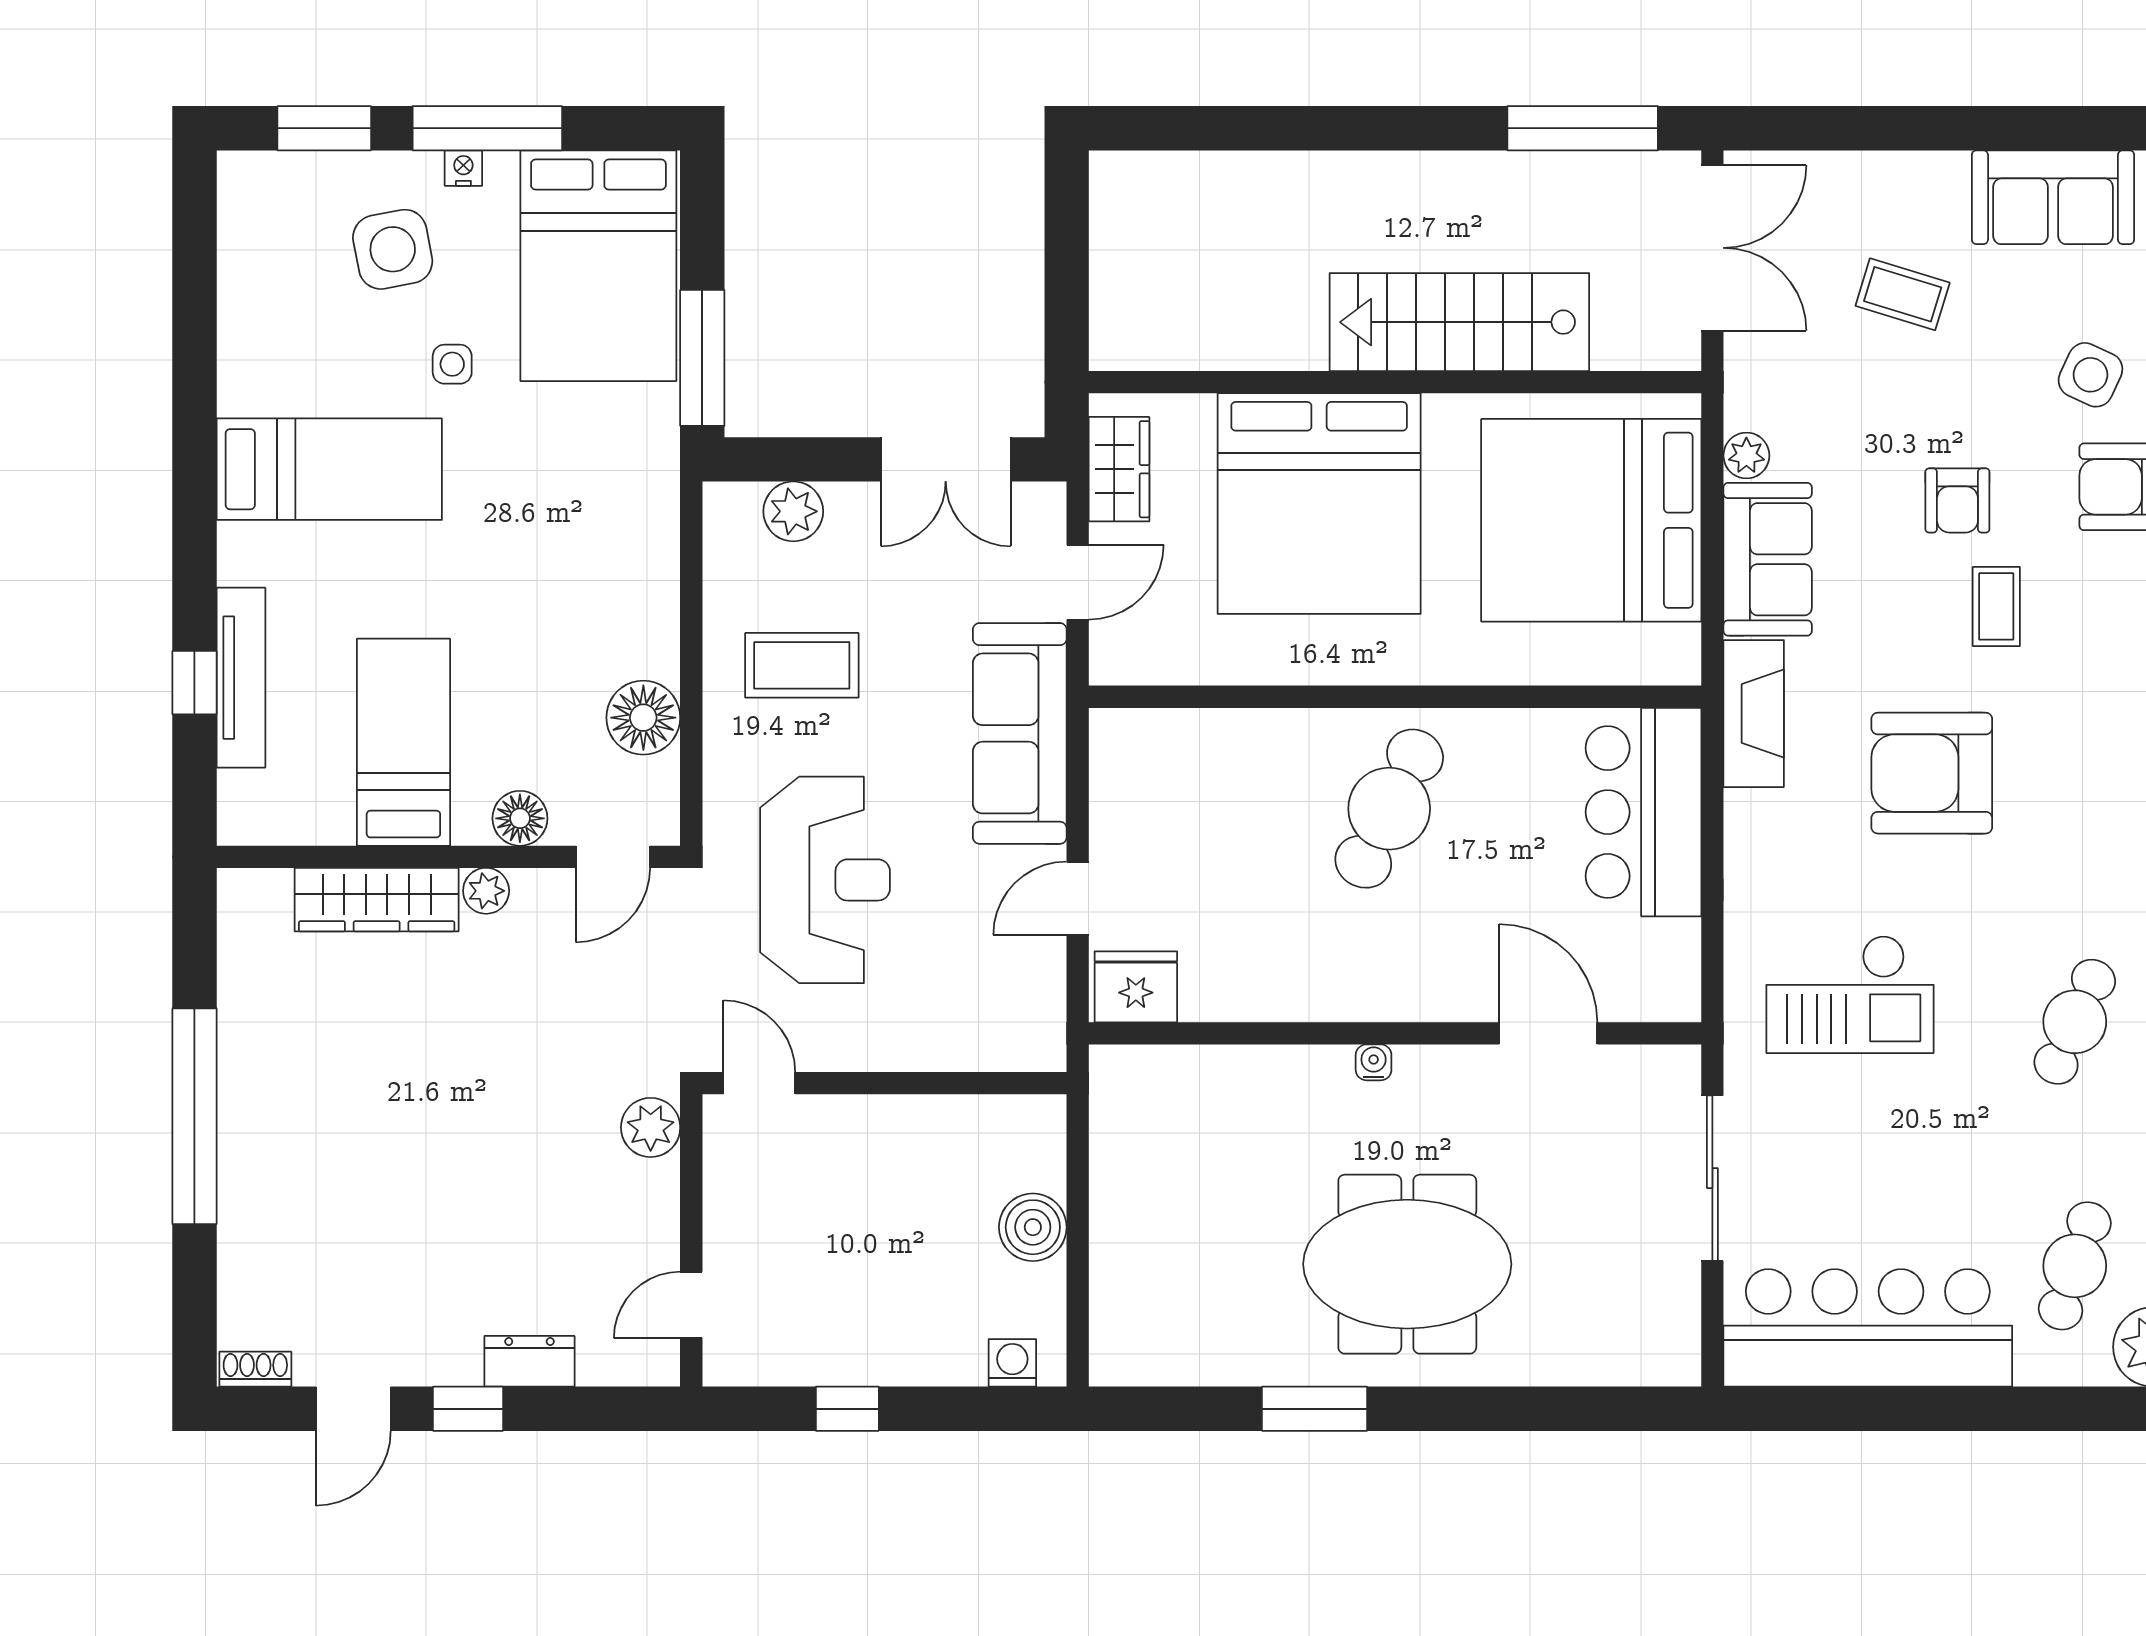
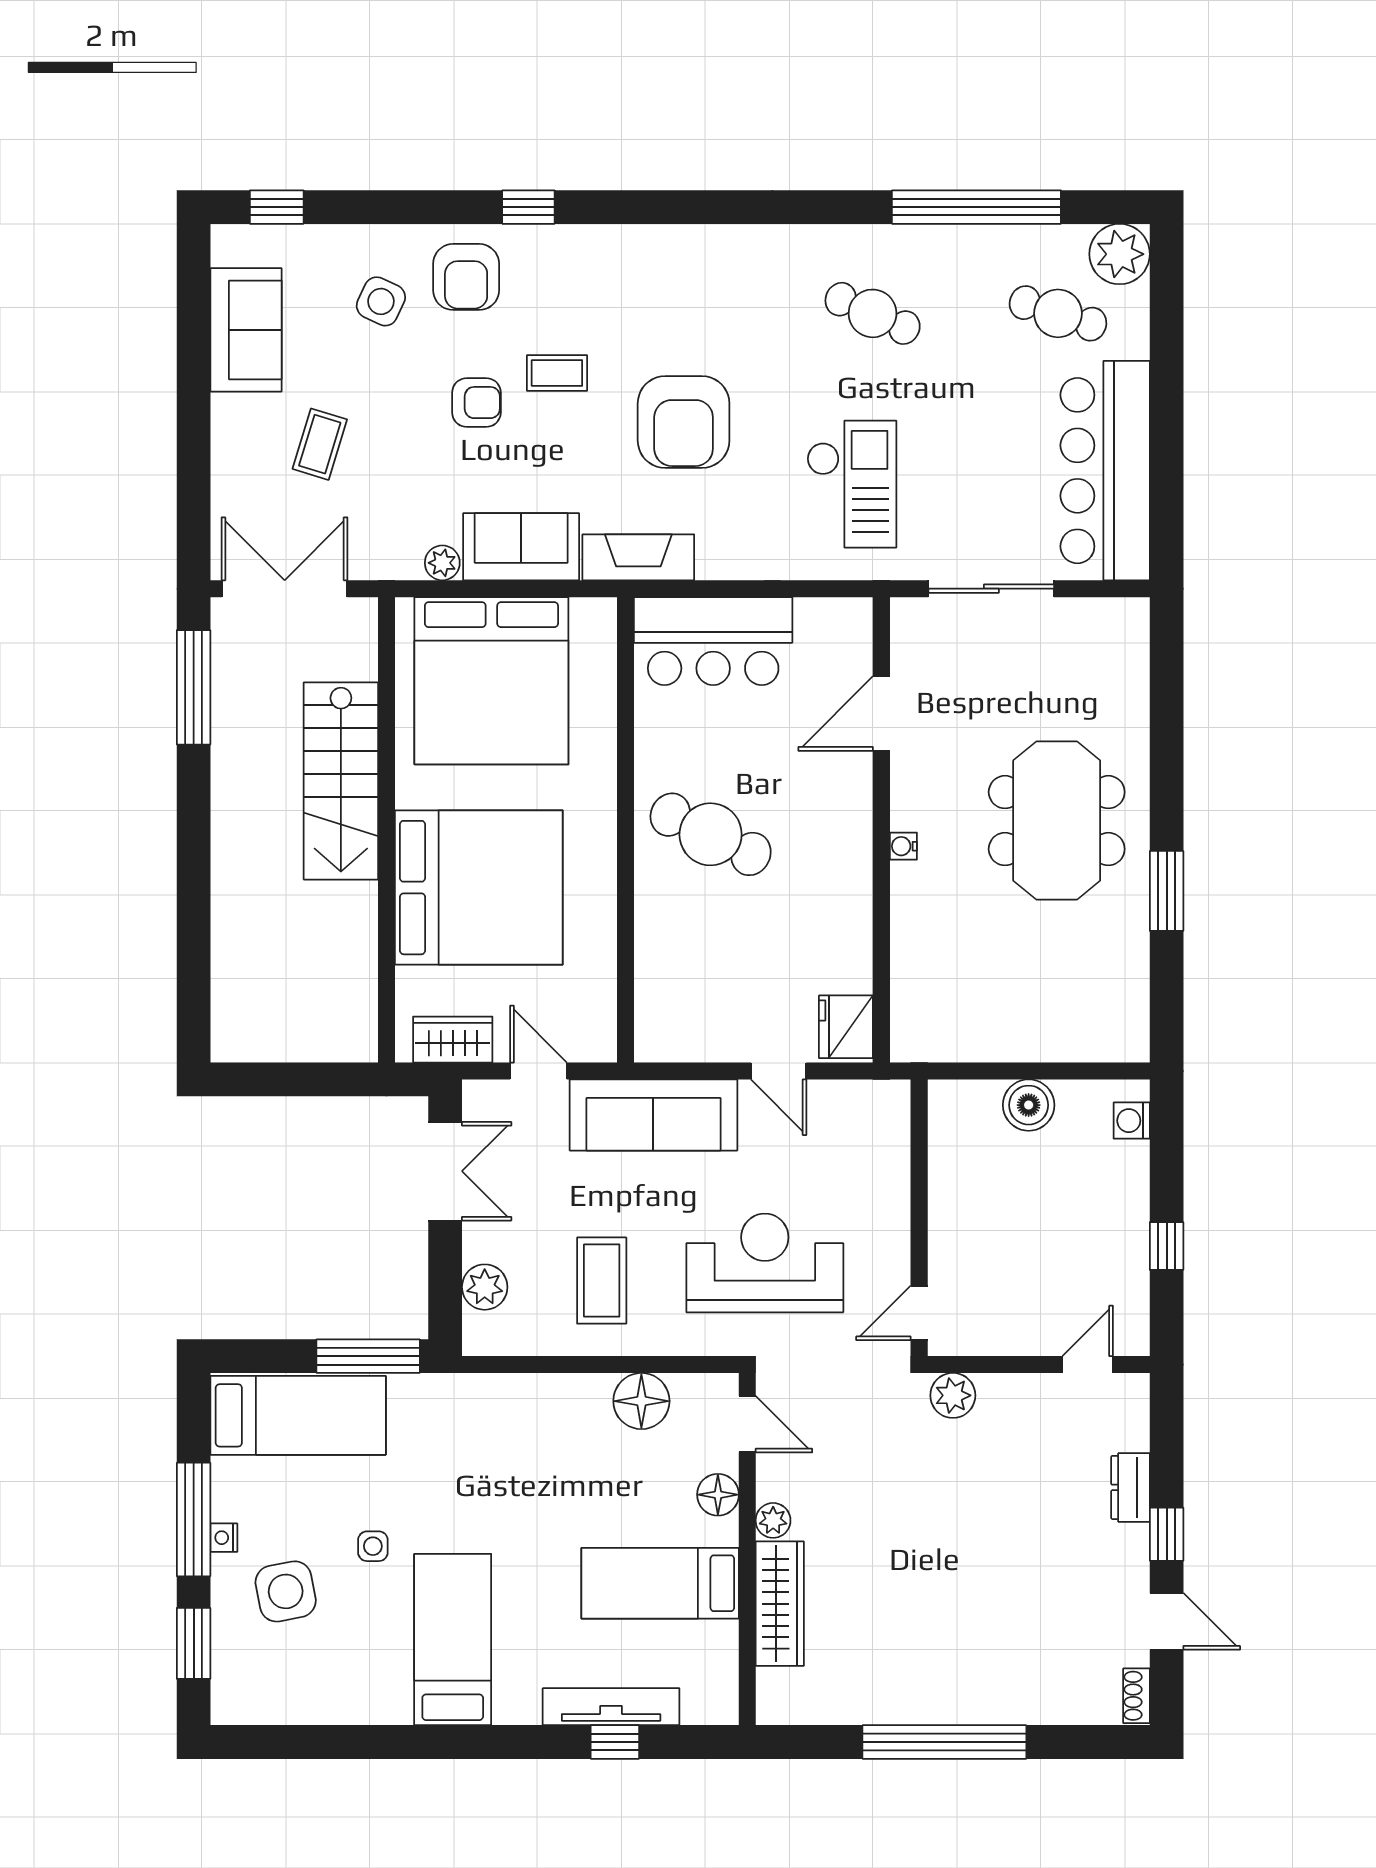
bed: (598, 266) -> (298, 1415), width x0.67
door: (691, 1305) -> (1088, 1365), swing flipped

